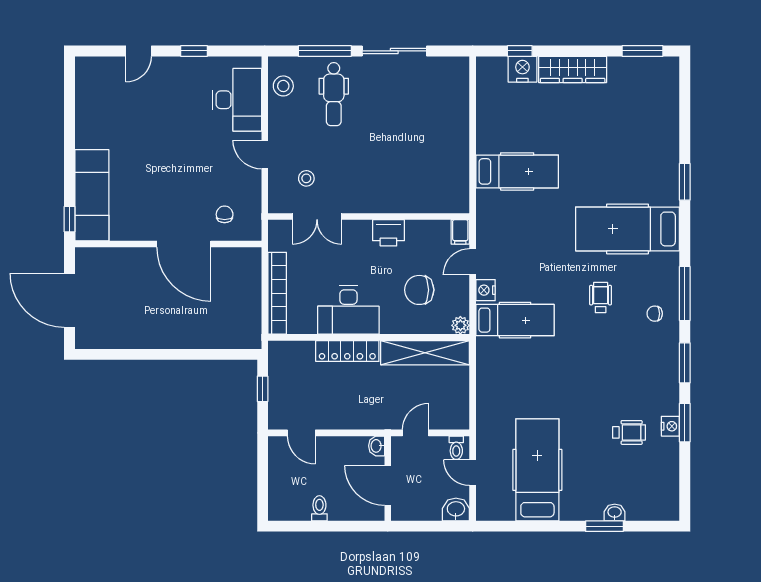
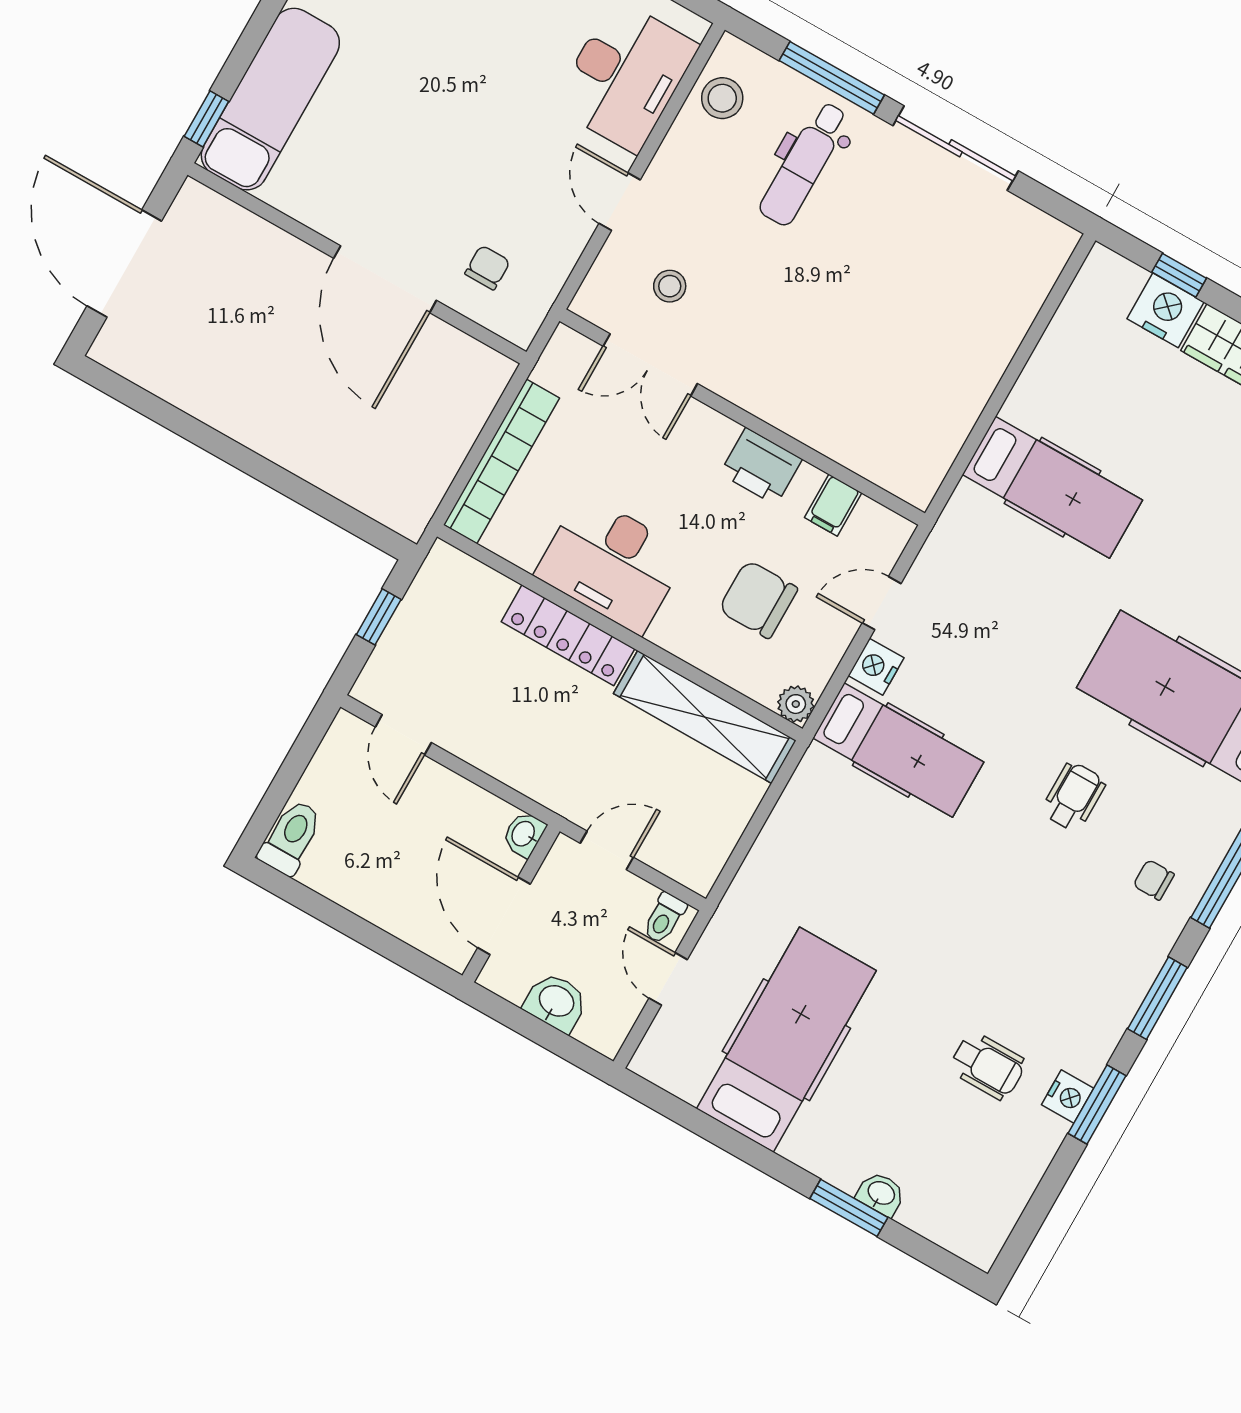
filing cabinet: (460, 232) -> (833, 505), moved
toilet: (319, 508) -> (291, 837), moved, width x1.37, depth x1.39
washbasin: (456, 509) -> (556, 1002), moved

